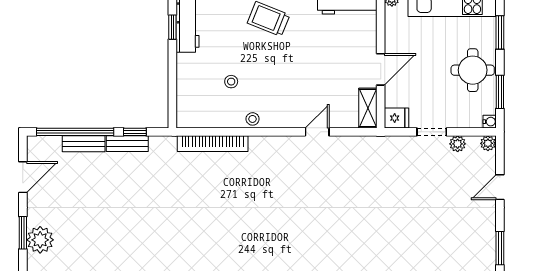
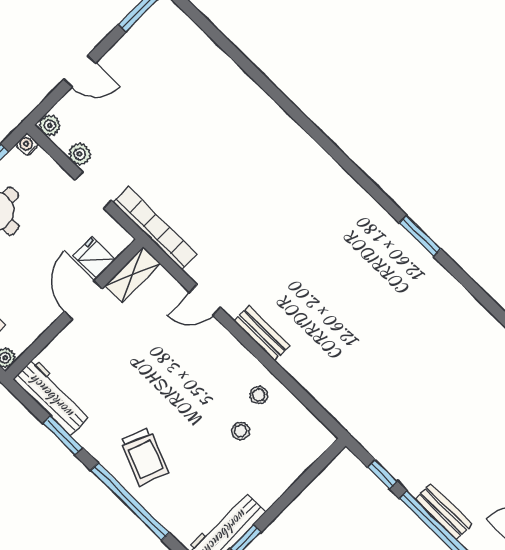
door: (381, 69) -> (83, 300), hinge flipped
fridge: (396, 118) -> (95, 258), moved
stool: (253, 119) -> (259, 395), moved
bench: (127, 144) -> (262, 333), moved
bookcase: (213, 144) -> (155, 228), moved

